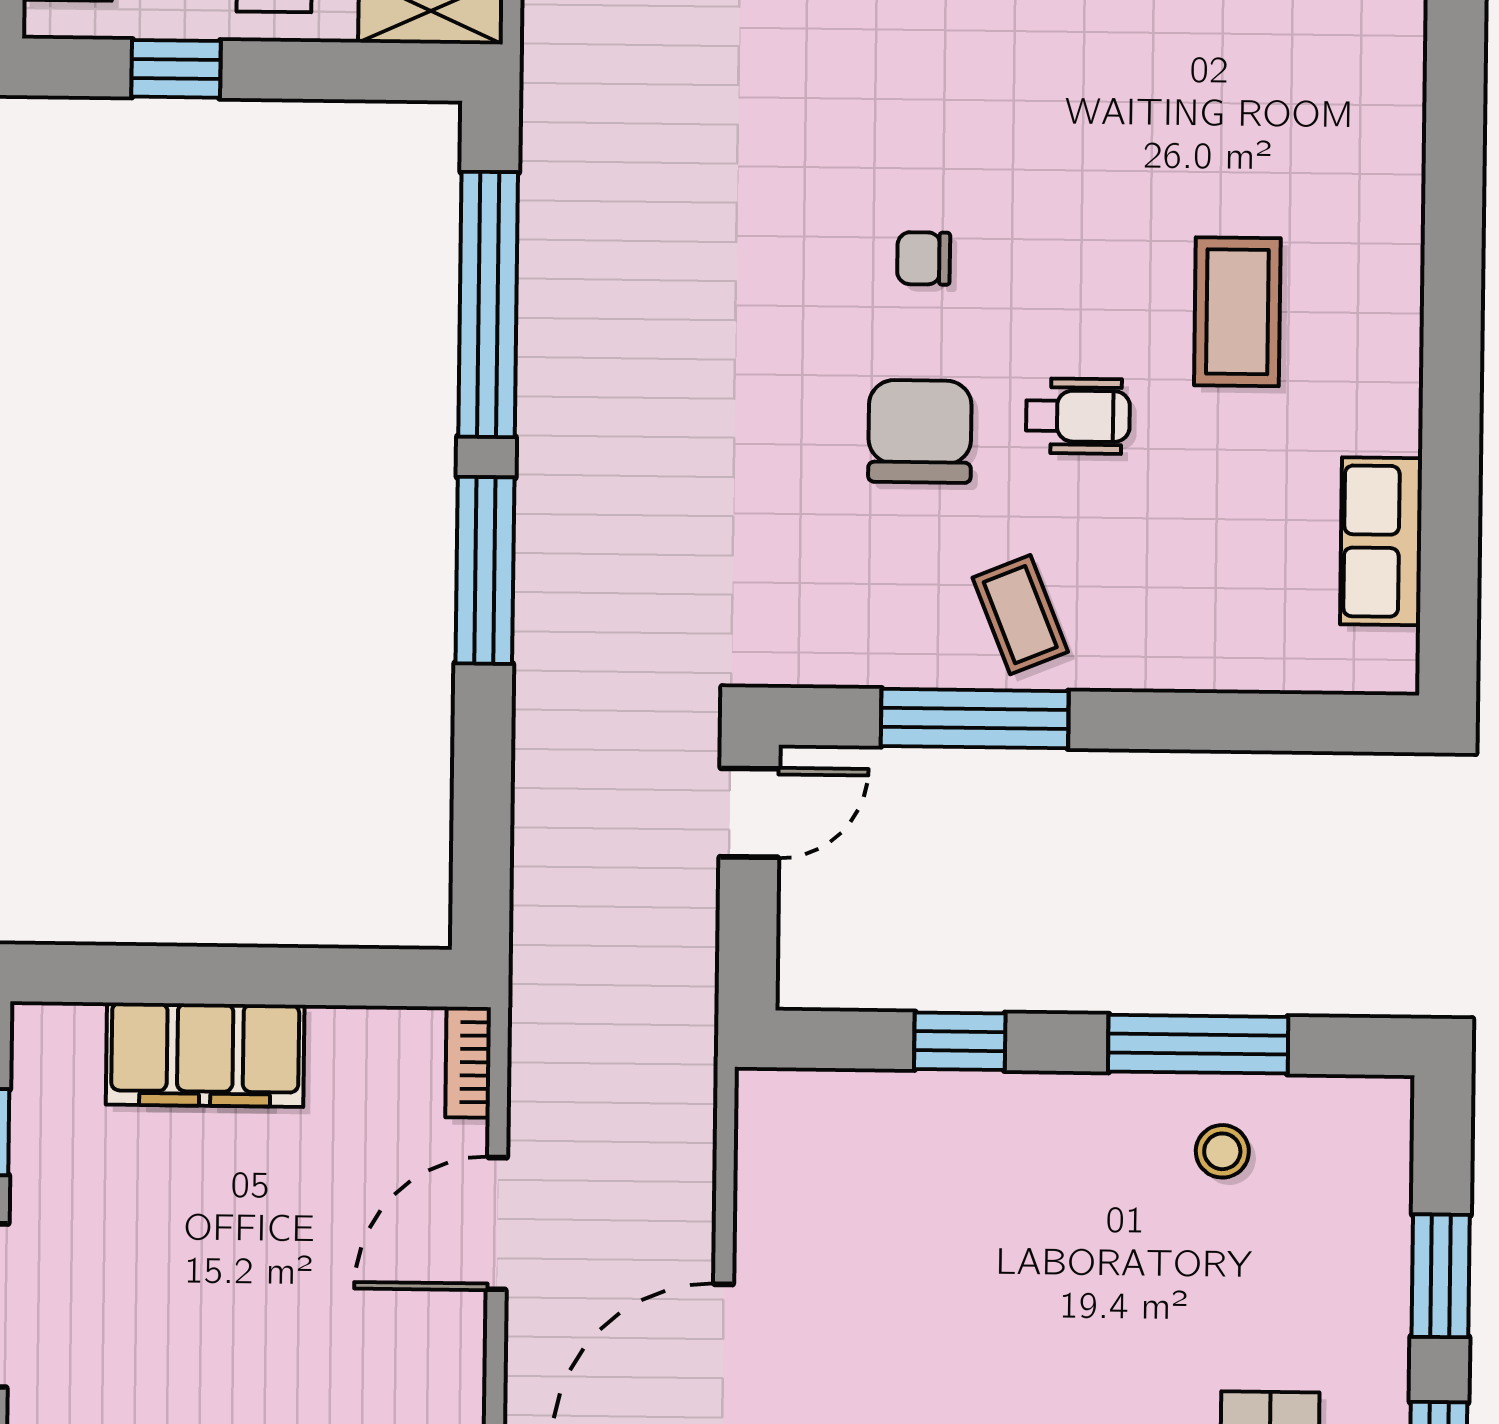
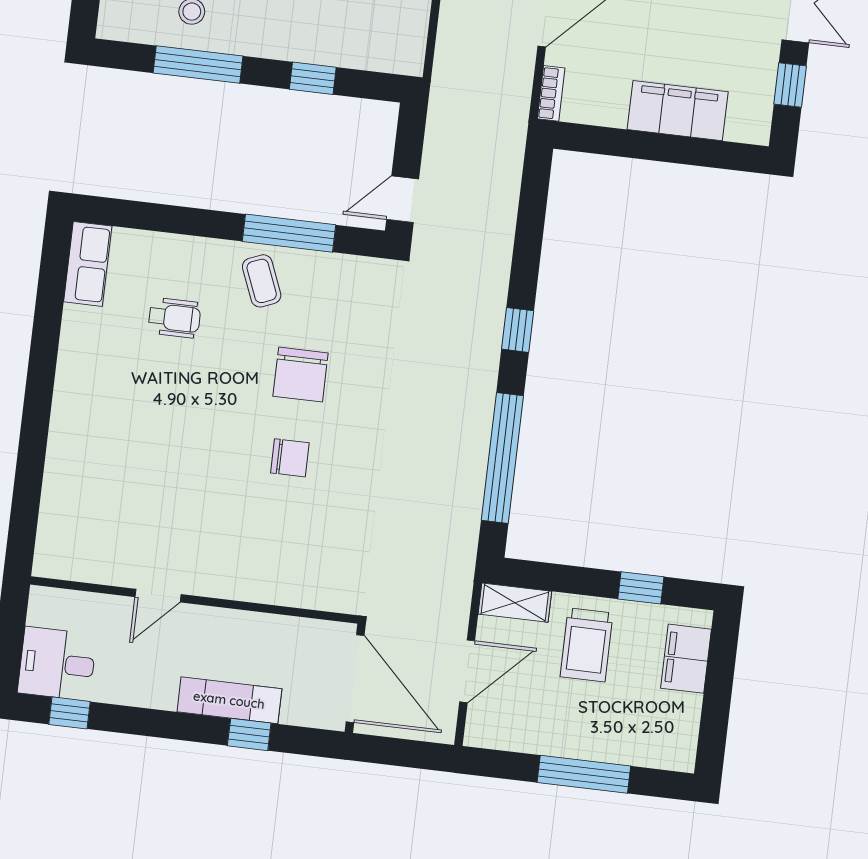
chair: (924, 258) -> (290, 458), width x1.37, depth x1.37
coffee table: (1237, 312) -> (141, 416), removed
wheelchair: (1078, 416) -> (174, 318), moved, turned 180
row of seats: (1381, 541) -> (88, 264), moved
window: (485, 570) -> (518, 330), width x0.46

